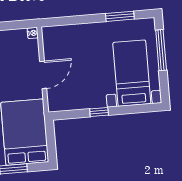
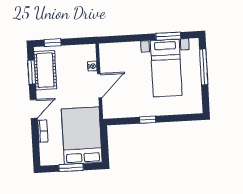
nightstand: (33, 33) -> (92, 66), moved
bed with nightstands: (132, 73) -> (166, 68), moved, turned 180

